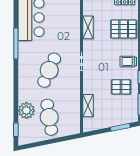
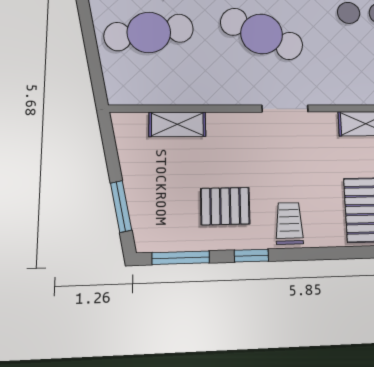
pallet: (121, 87) -> (225, 206), turned 90

